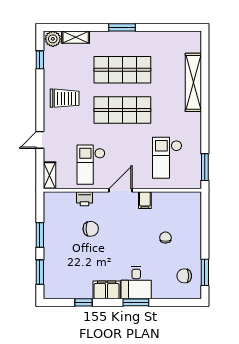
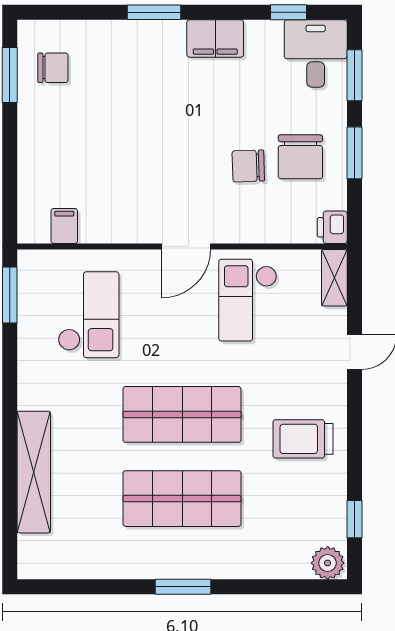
shelving: (76, 37) -> (280, 566), removed
checkout: (91, 165) -> (248, 300), turned 180
printer: (85, 199) -> (332, 227), moved, turned -90
filing cabinet: (145, 200) -> (64, 226), moved
chair: (165, 238) -> (300, 157), moved, width x1.87, depth x1.87
desk: (136, 283) -> (316, 53), moved
window: (83, 302) -> (288, 12), moved

